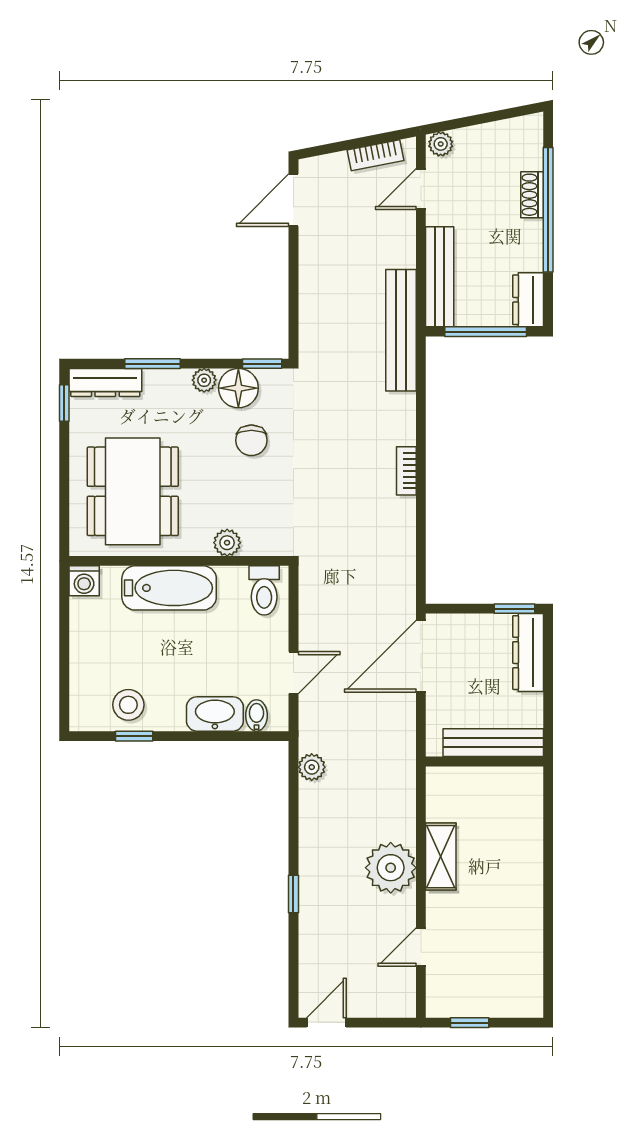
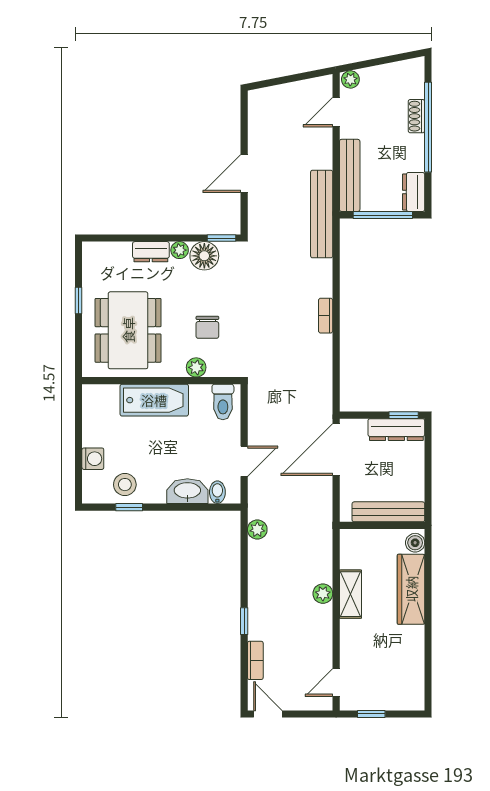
bookcase: (375, 155) -> (255, 660), moved, turned -79
door: (293, 200) -> (244, 173), moved
window: (153, 364) -> (142, 238), removed
dresser: (105, 382) -> (151, 252), moved, width x0.70
window: (64, 403) -> (79, 300), moved
chair: (251, 440) -> (207, 327), moved
washing machine: (84, 581) -> (93, 459), moved, turned -90
dresser: (528, 653) -> (396, 430), moved, turned -90
boiler: (530, 785) -> (415, 543), added
wardrobe: (525, 850) -> (411, 589), added
plant: (391, 868) -> (323, 594), width x0.53, depth x0.53
door: (421, 947) -> (336, 682), moved
door: (326, 1023) -> (268, 714), hinge flipped

